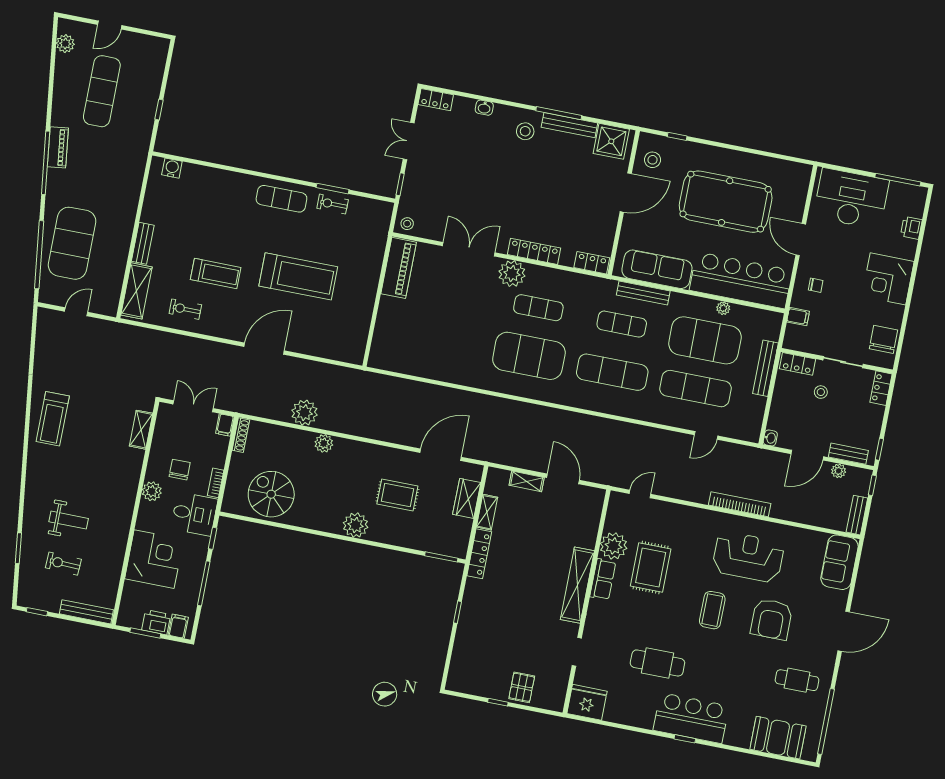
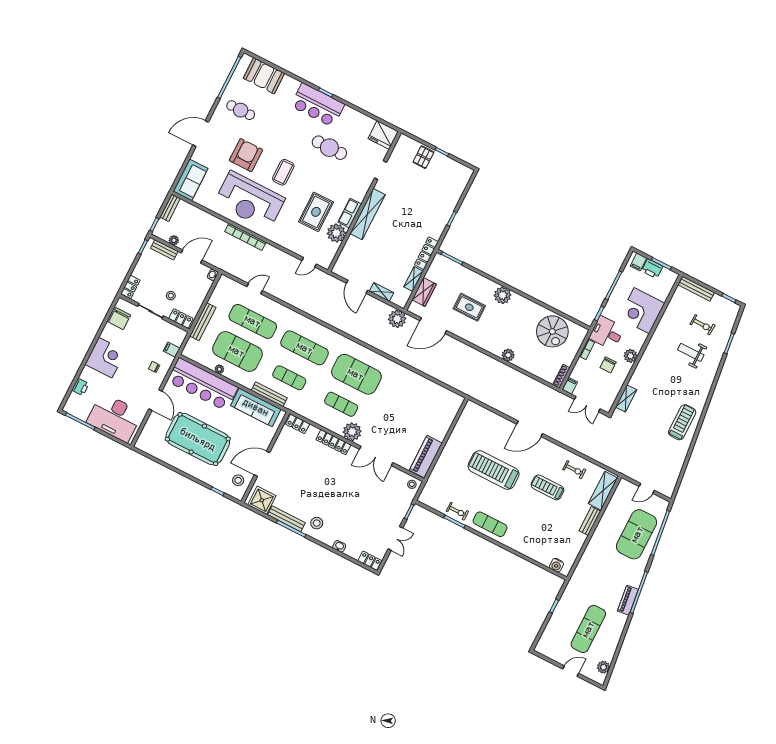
plant: (304, 413) -> (397, 319), moved
reception desk: (748, 557) -> (250, 201), width x1.36, depth x1.30

